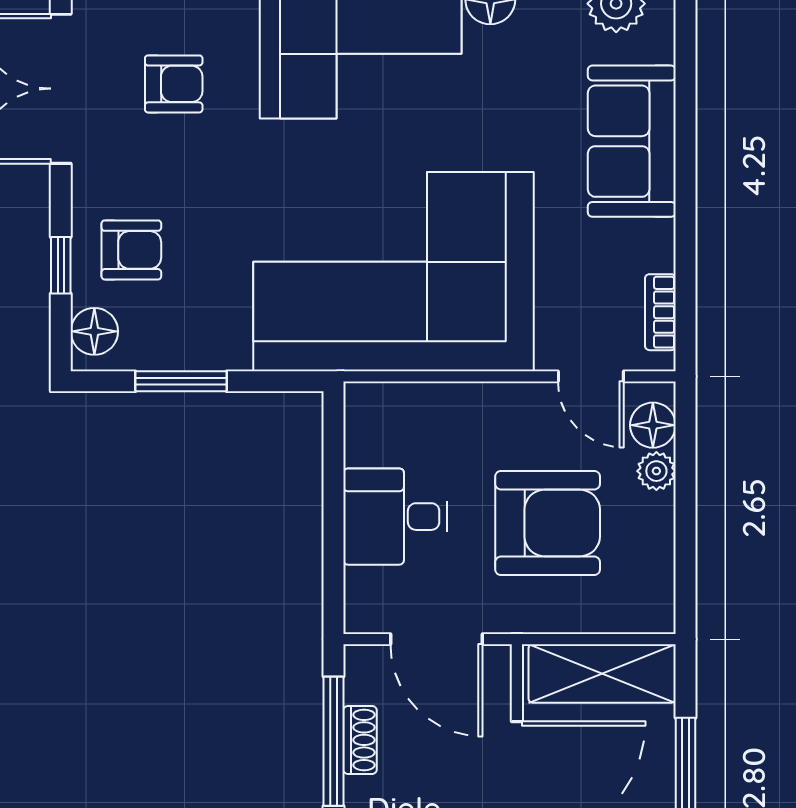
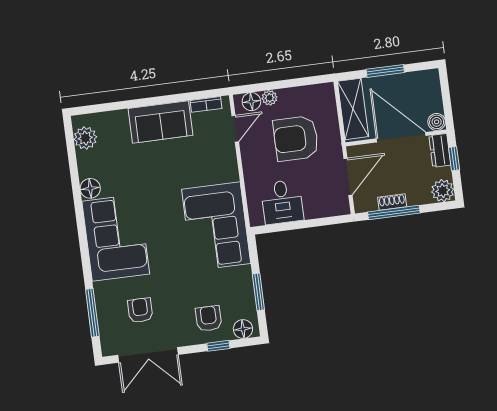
sofa: (632, 141) -> (161, 122), moved
corner sofa: (394, 272) -> (216, 226), width x0.73, depth x0.74
desk: (395, 517) -> (282, 202), moved
armchair: (548, 523) -> (296, 138), turned -90

